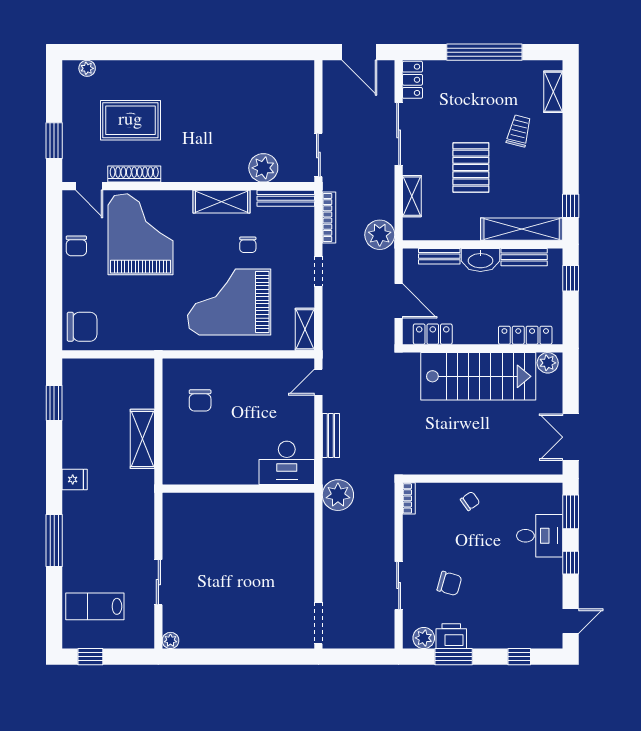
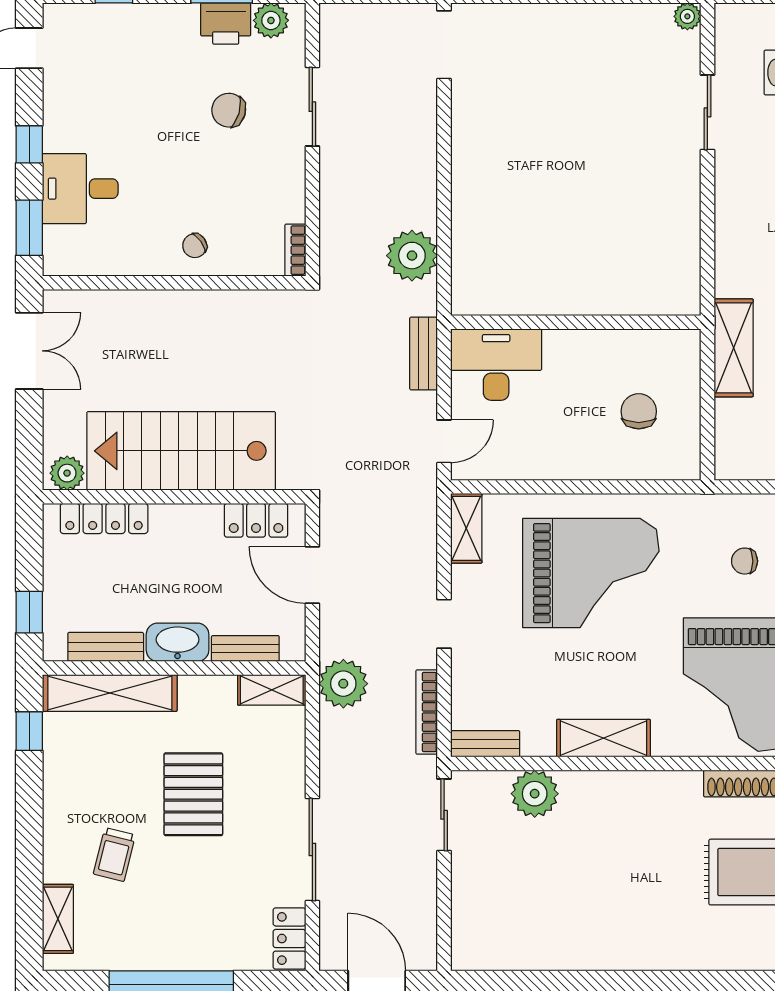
shelving: (412, 196) -> (272, 690), moved, turned 90
bench: (286, 198) -> (485, 744), width x0.73
chair: (248, 245) -> (745, 561), moved, turned -90
desk: (287, 463) -> (496, 365), moved
wall: (238, 489) -> (576, 322), moved

